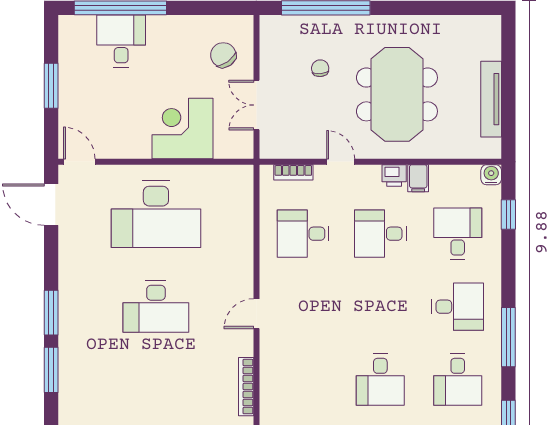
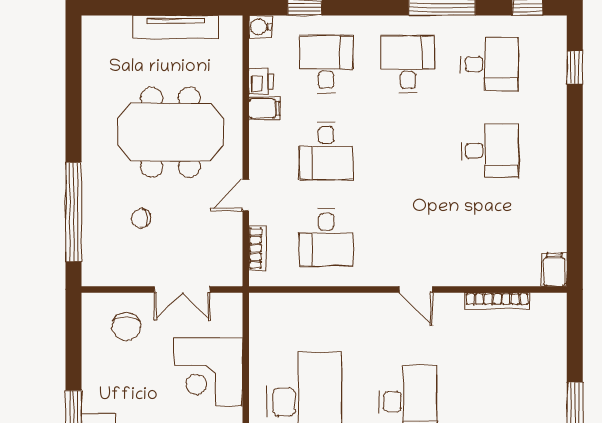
chair: (223, 55) -> (126, 327), turned -54
printer: (394, 175) -> (261, 81), moved
desk: (458, 234) -> (326, 64), turned 90

